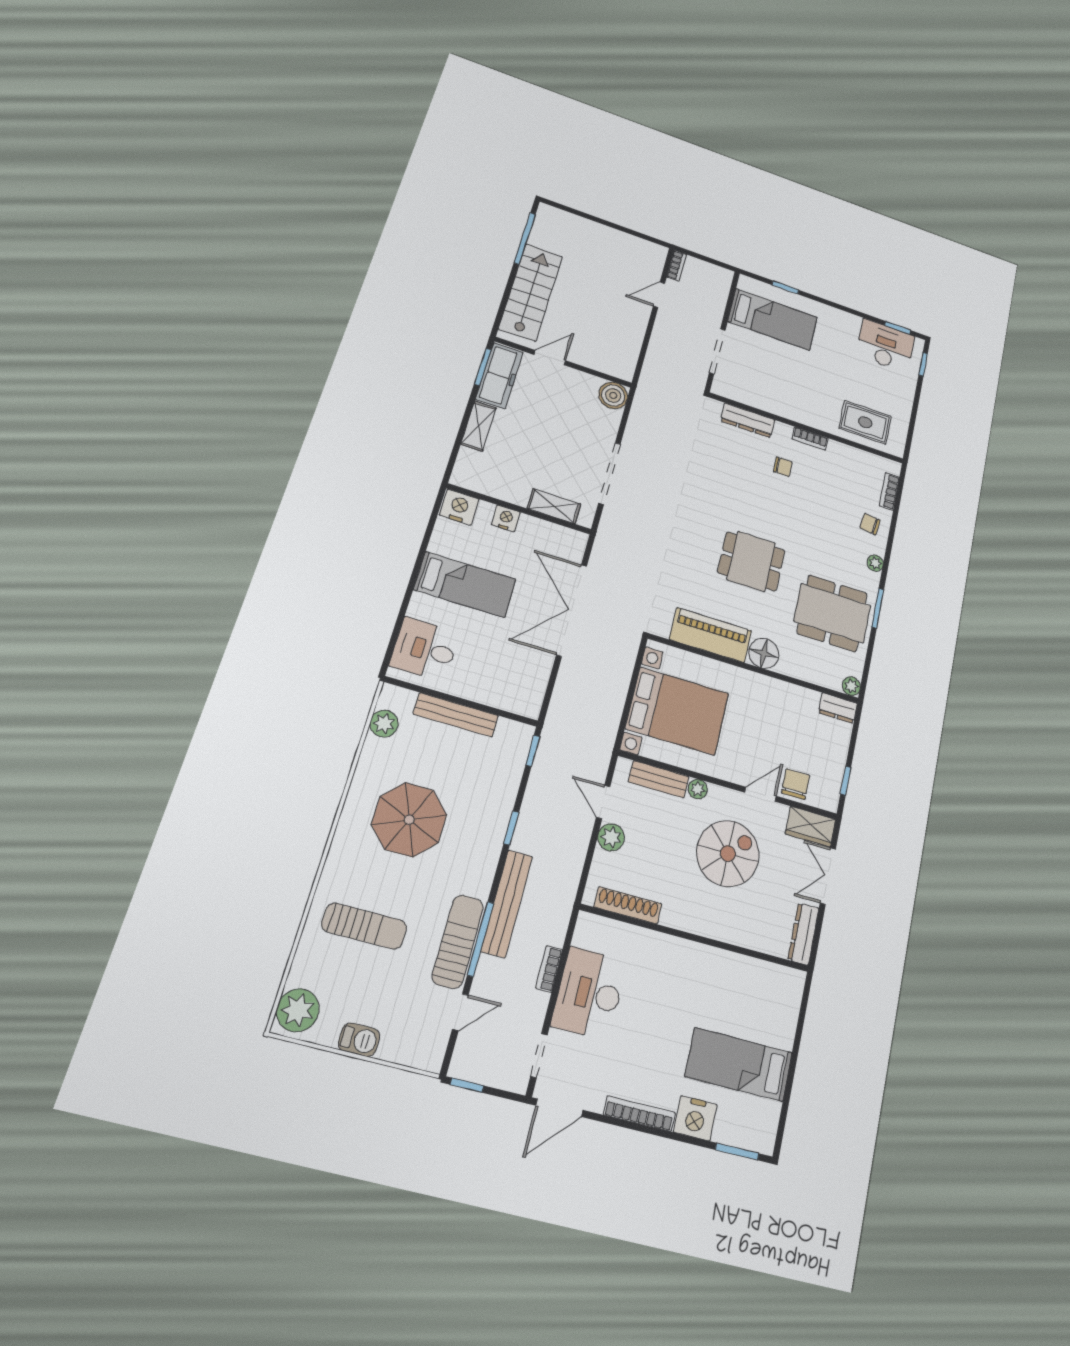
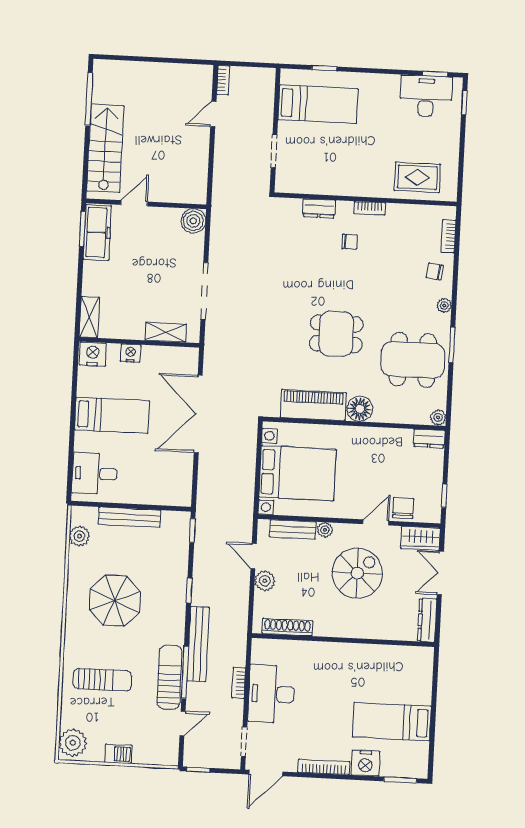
doorway: (717, 351) -> (274, 151), width x0.73
dresser: (748, 420) -> (319, 208), width x0.70
shelving: (479, 426) -> (89, 317), moved

